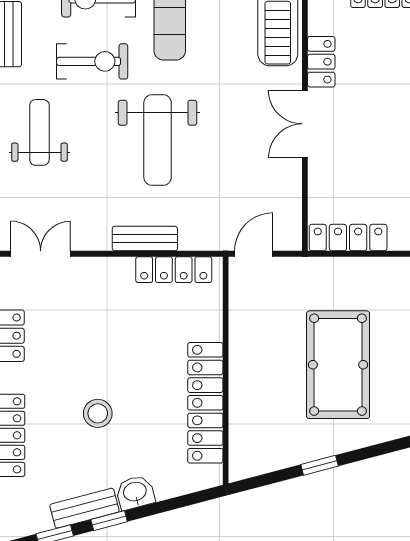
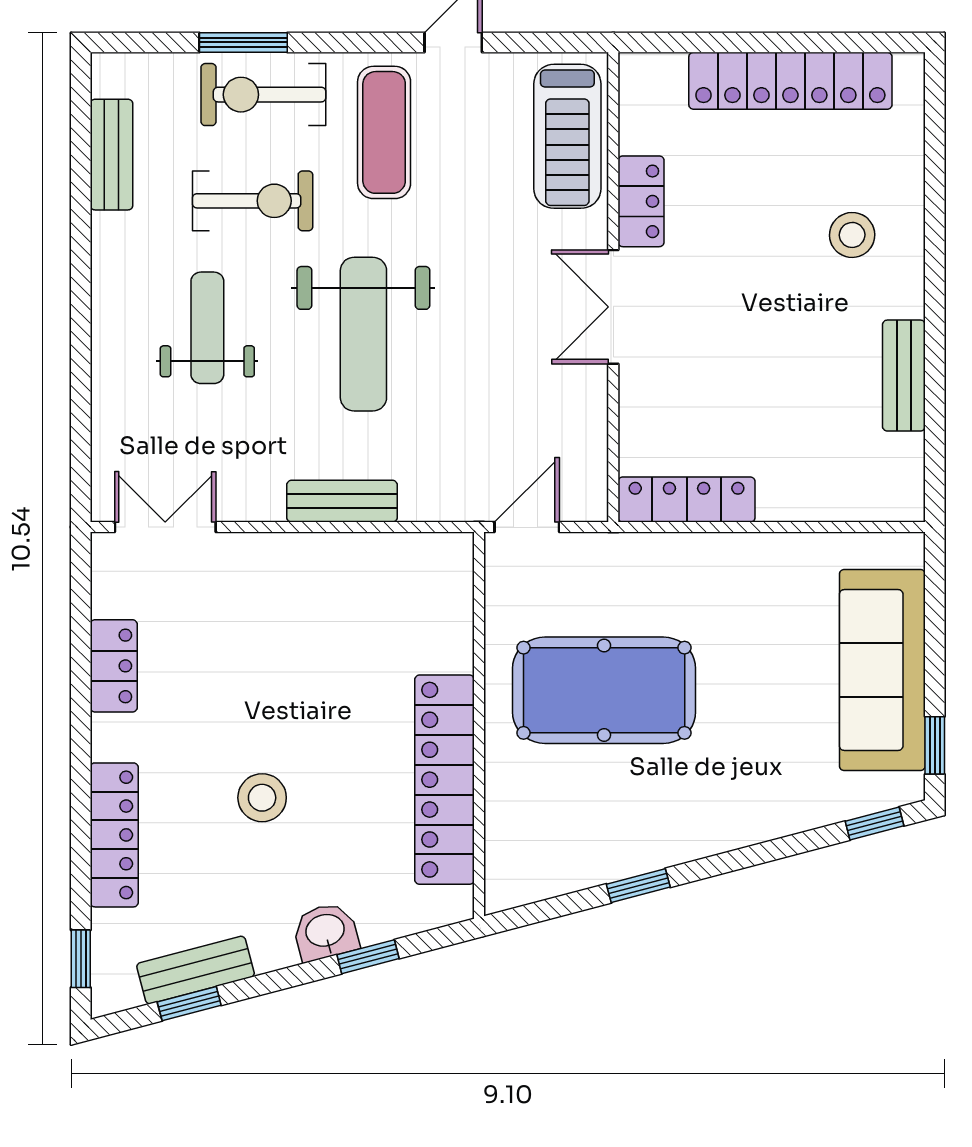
weight bench: (39, 132) -> (207, 328), moved
locker: (174, 270) -> (391, 554), removed
pool table: (338, 365) -> (604, 690), moved, turned 90
bench: (84, 508) -> (196, 970), moved
window: (109, 521) -> (368, 957), moved

